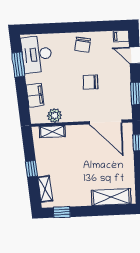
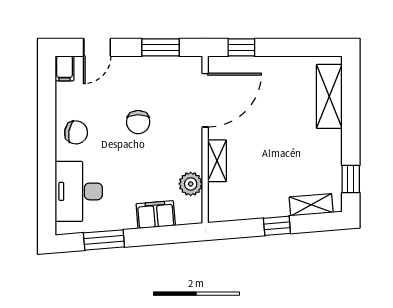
desk: (37, 54) -> (79, 191), moved, turned 95
shelving: (52, 132) -> (217, 161), moved

